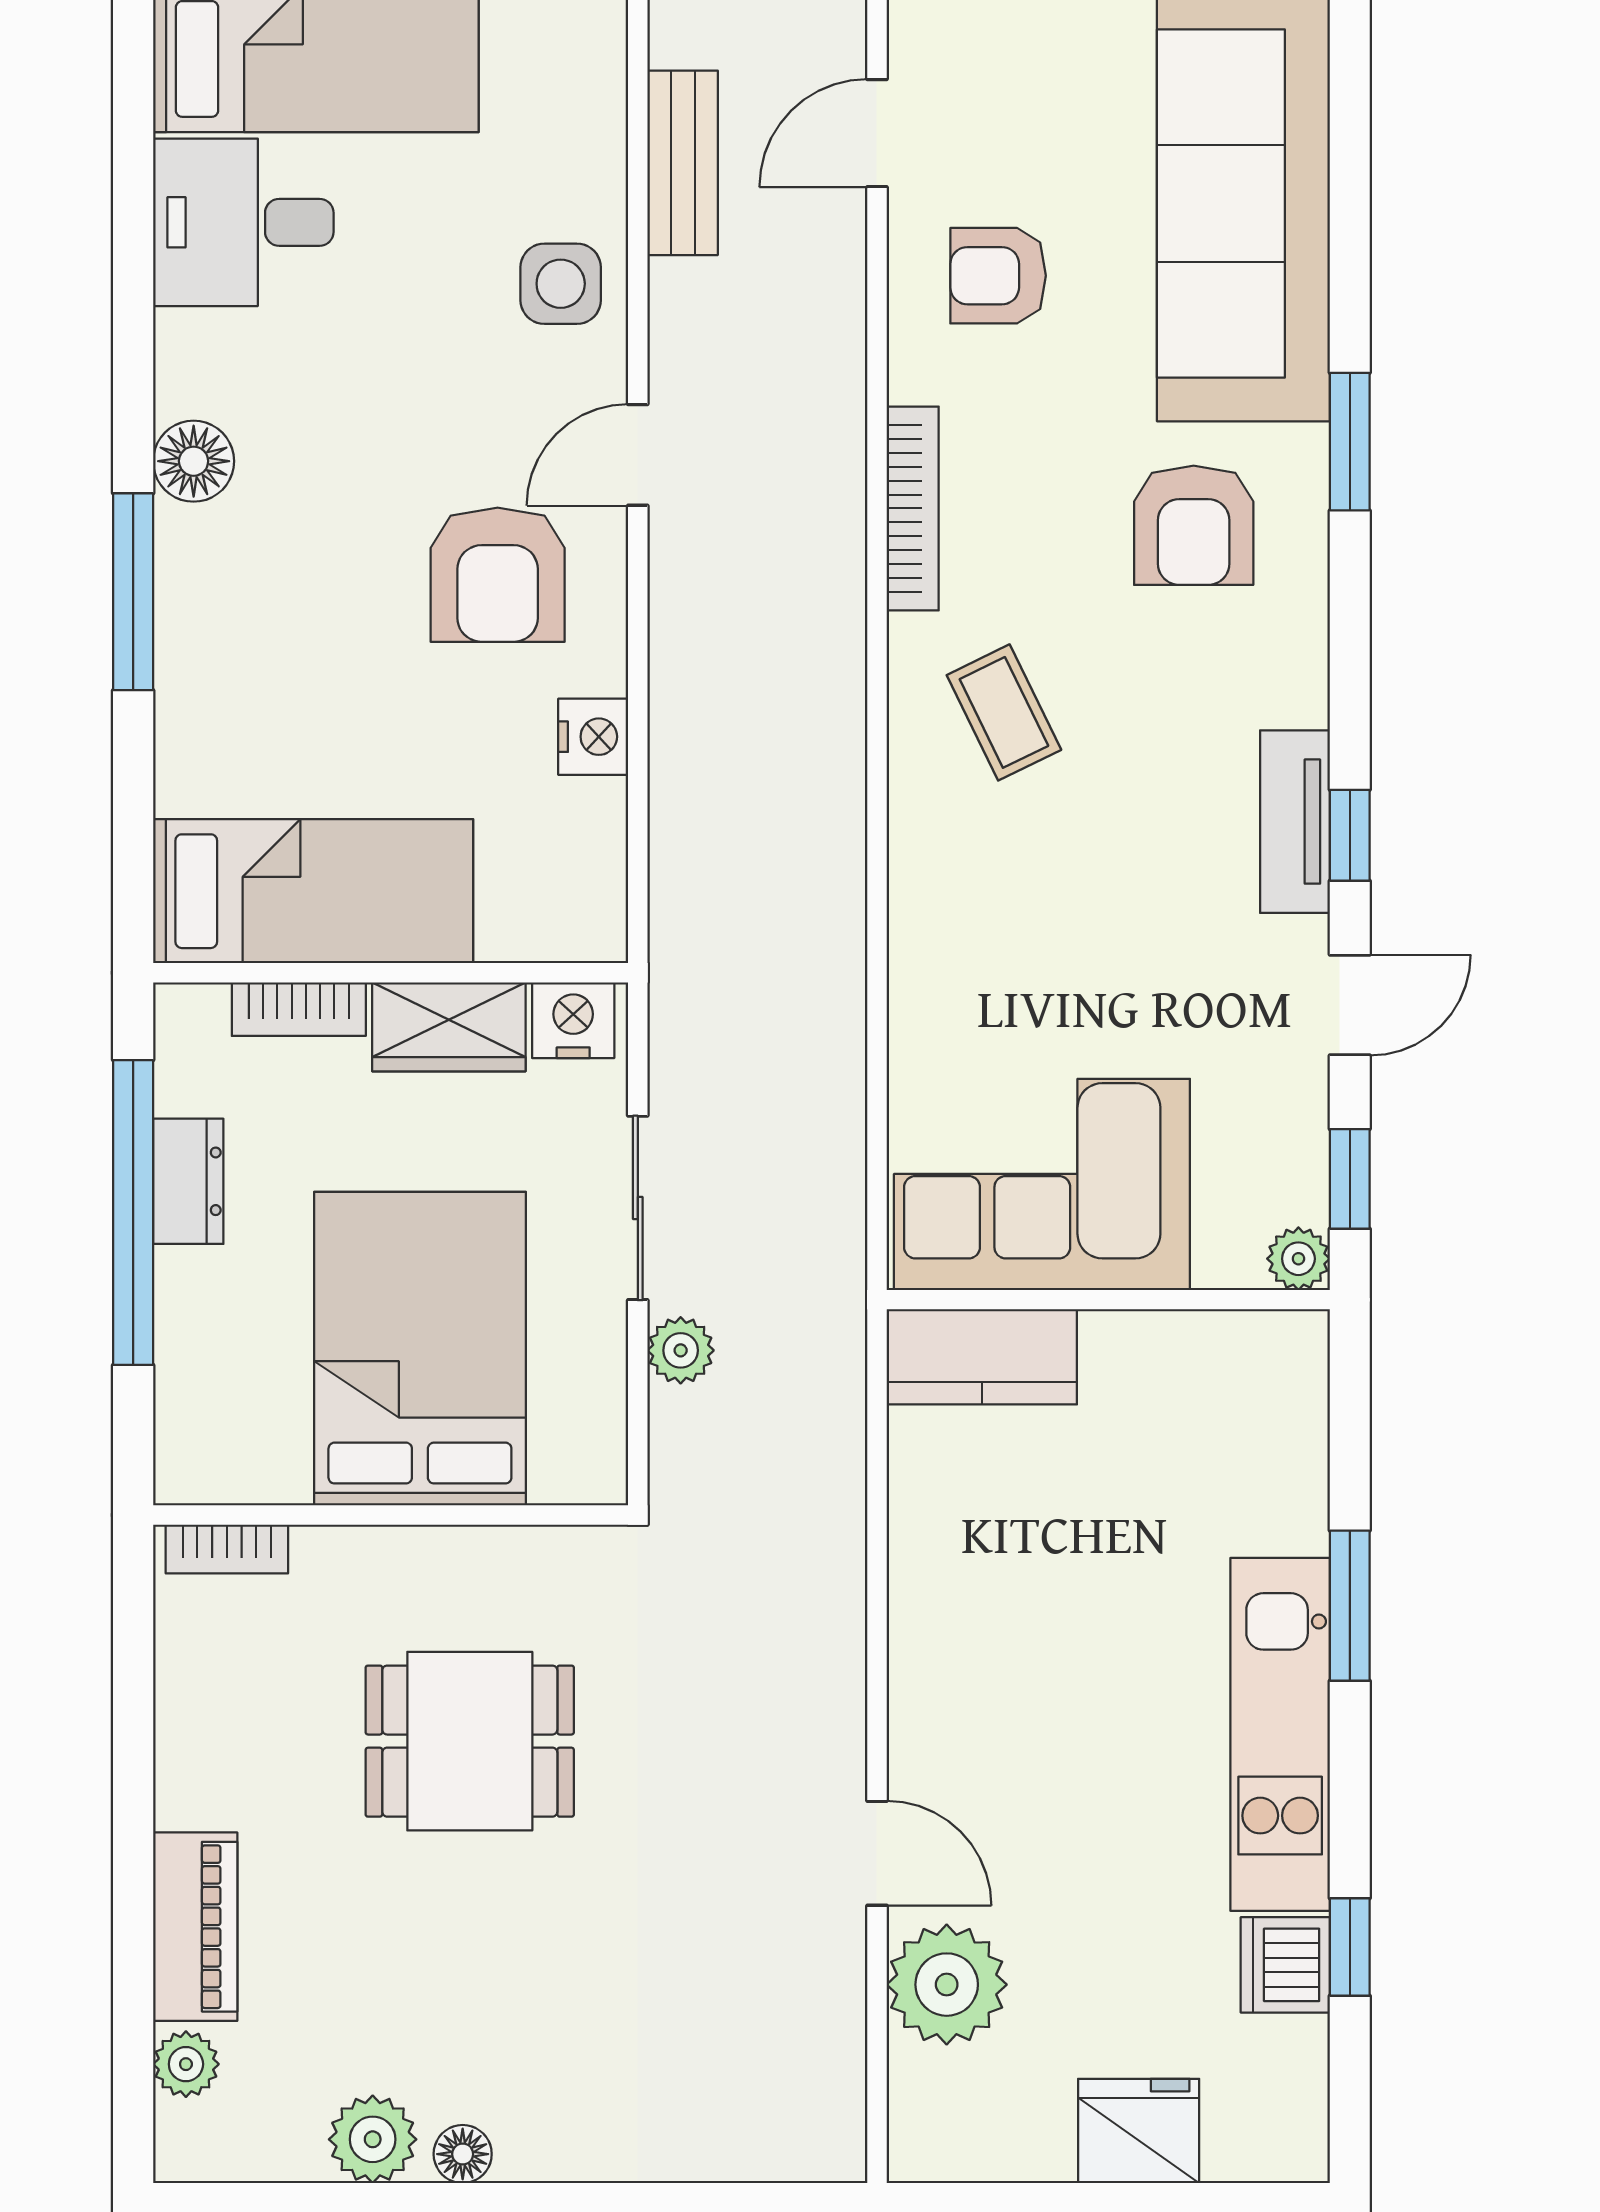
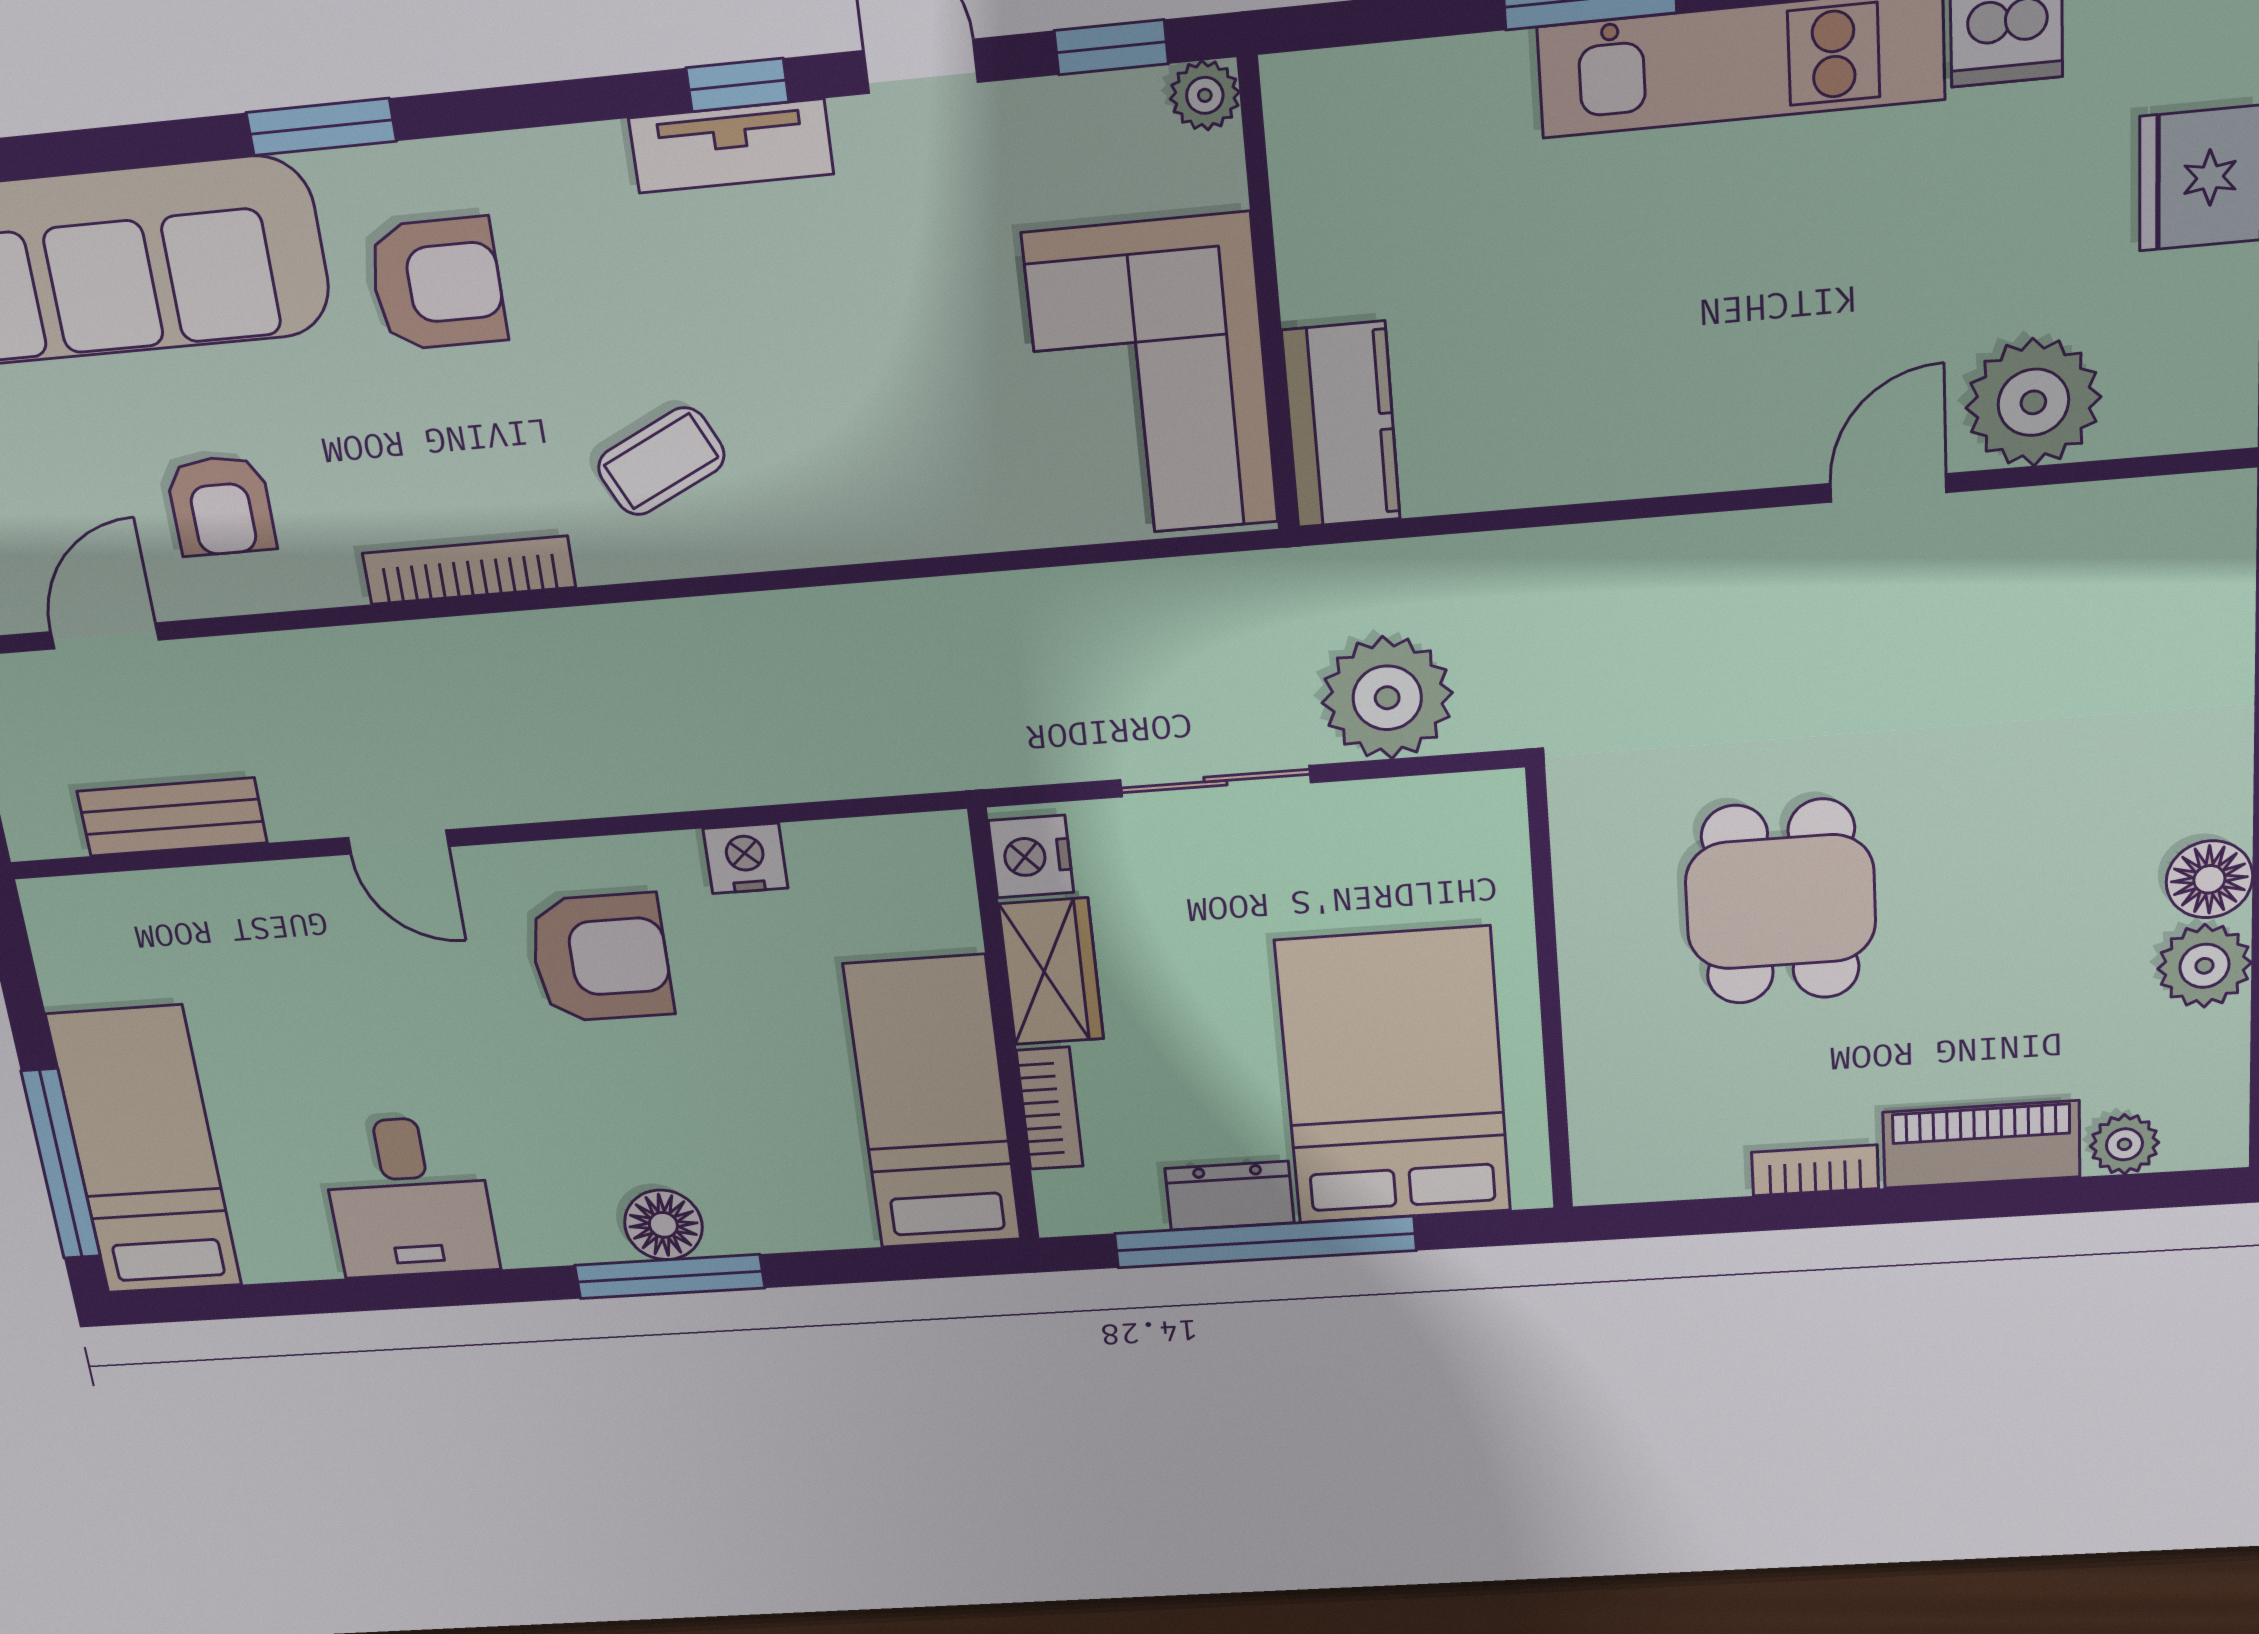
door: (877, 133) -> (105, 636), swing flipped
desk: (243, 222) -> (409, 1197), moved
side table: (561, 284) -> (310, 920), removed
door: (638, 455) -> (398, 842), moved
floor lamp: (194, 461) -> (663, 1225), moved
bed: (420, 1349) -> (1393, 1077), moved, turned 90
plant: (681, 1350) -> (1387, 698), width x1.88, depth x1.88
bookcase: (227, 1549) -> (1815, 1170), moved, turned -90
floor lamp: (463, 2154) -> (2209, 879), width x1.37, depth x1.37

